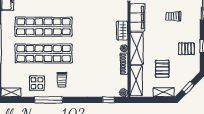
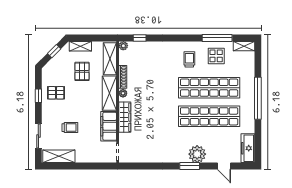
wardrobe: (122, 31) -> (125, 117), width x1.50
window: (49, 100) -> (217, 38), moved

